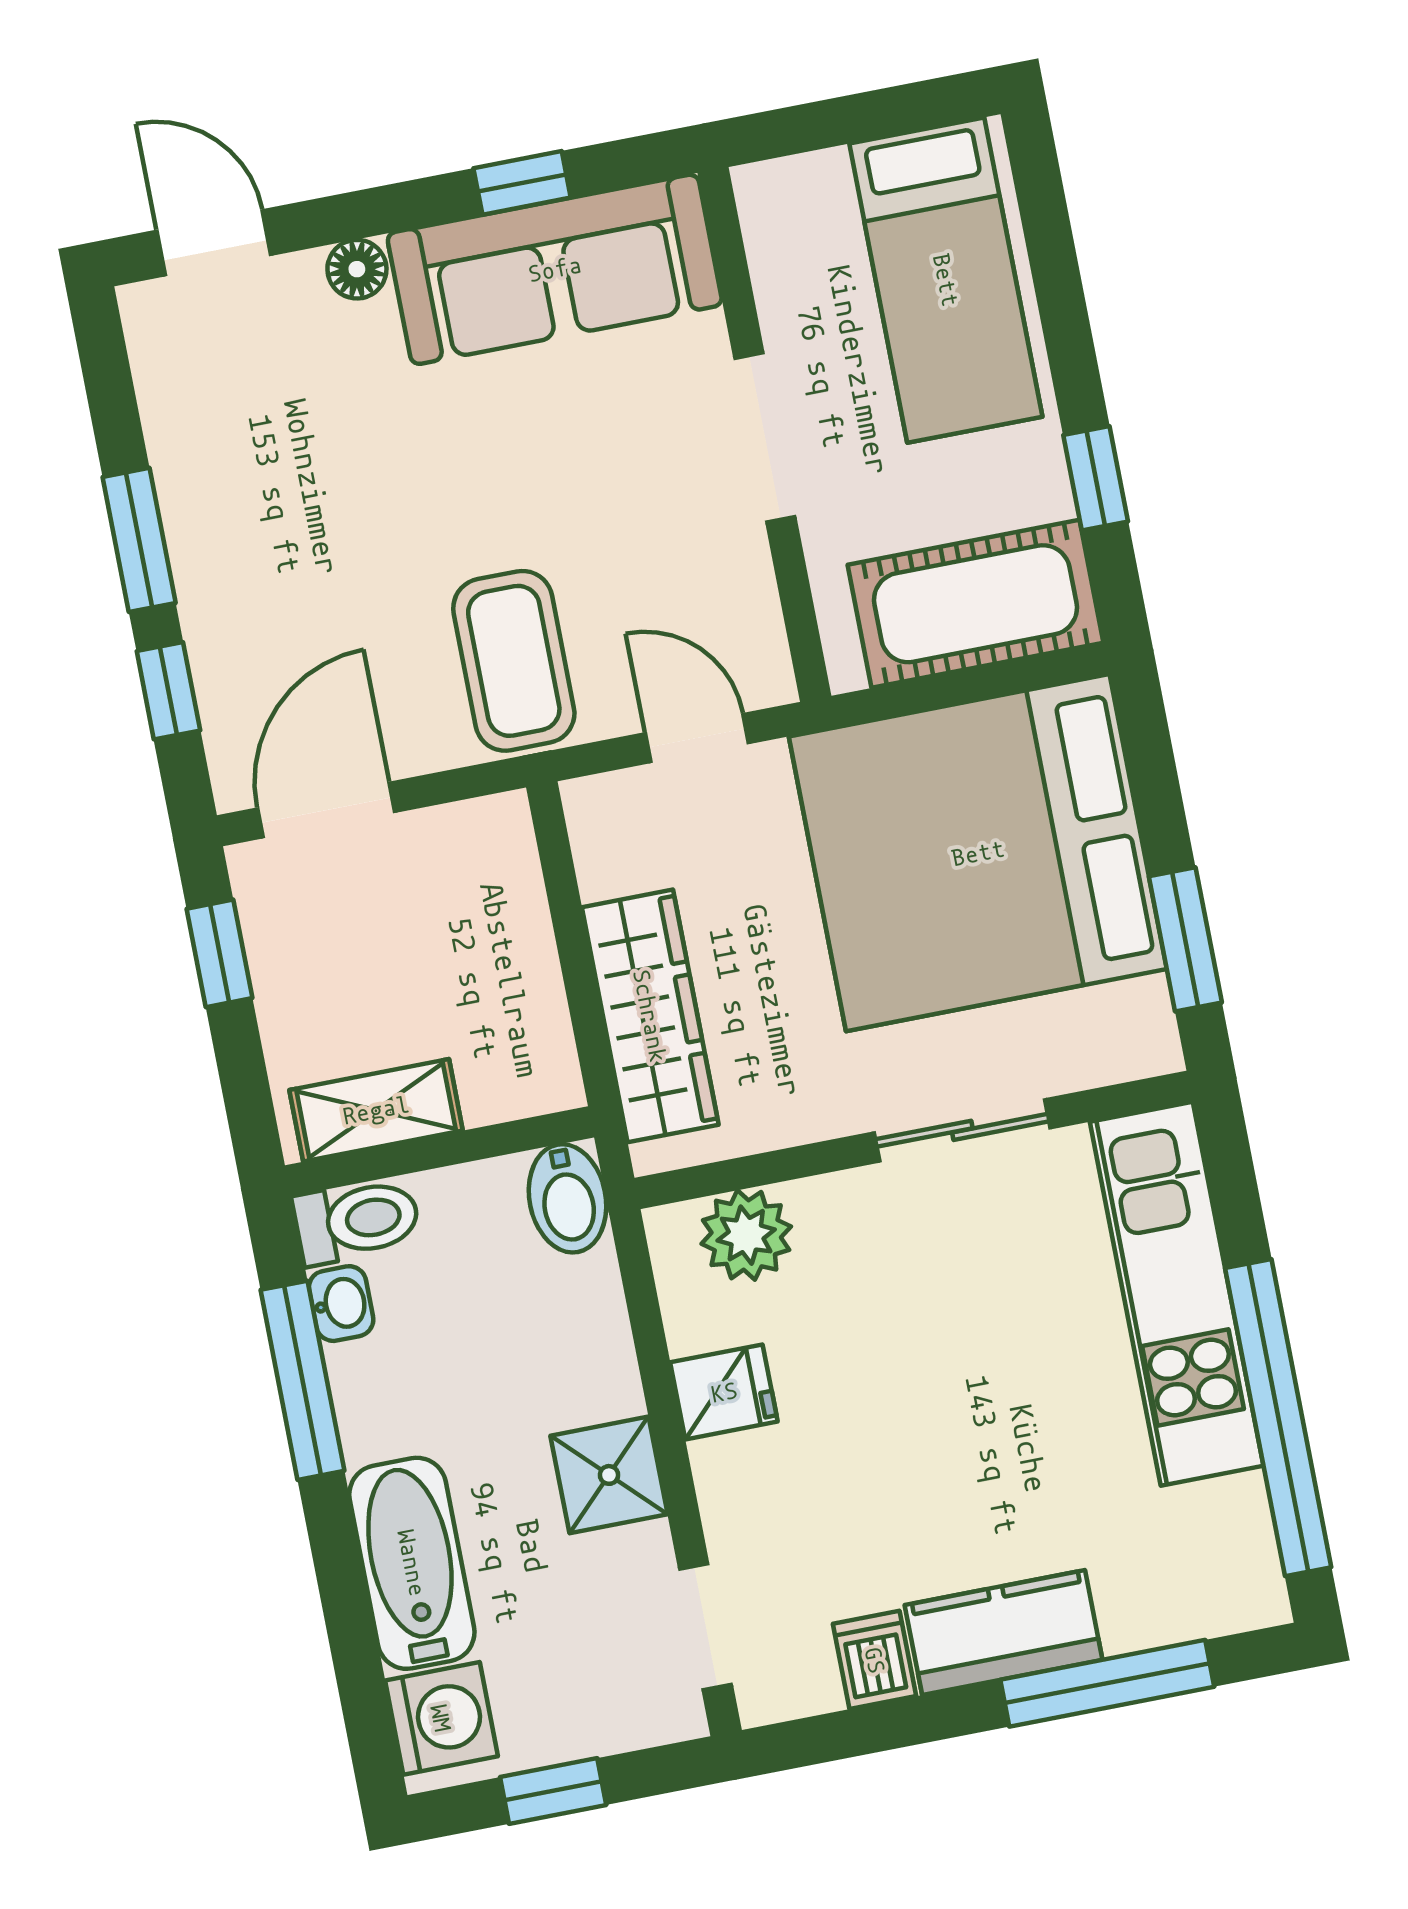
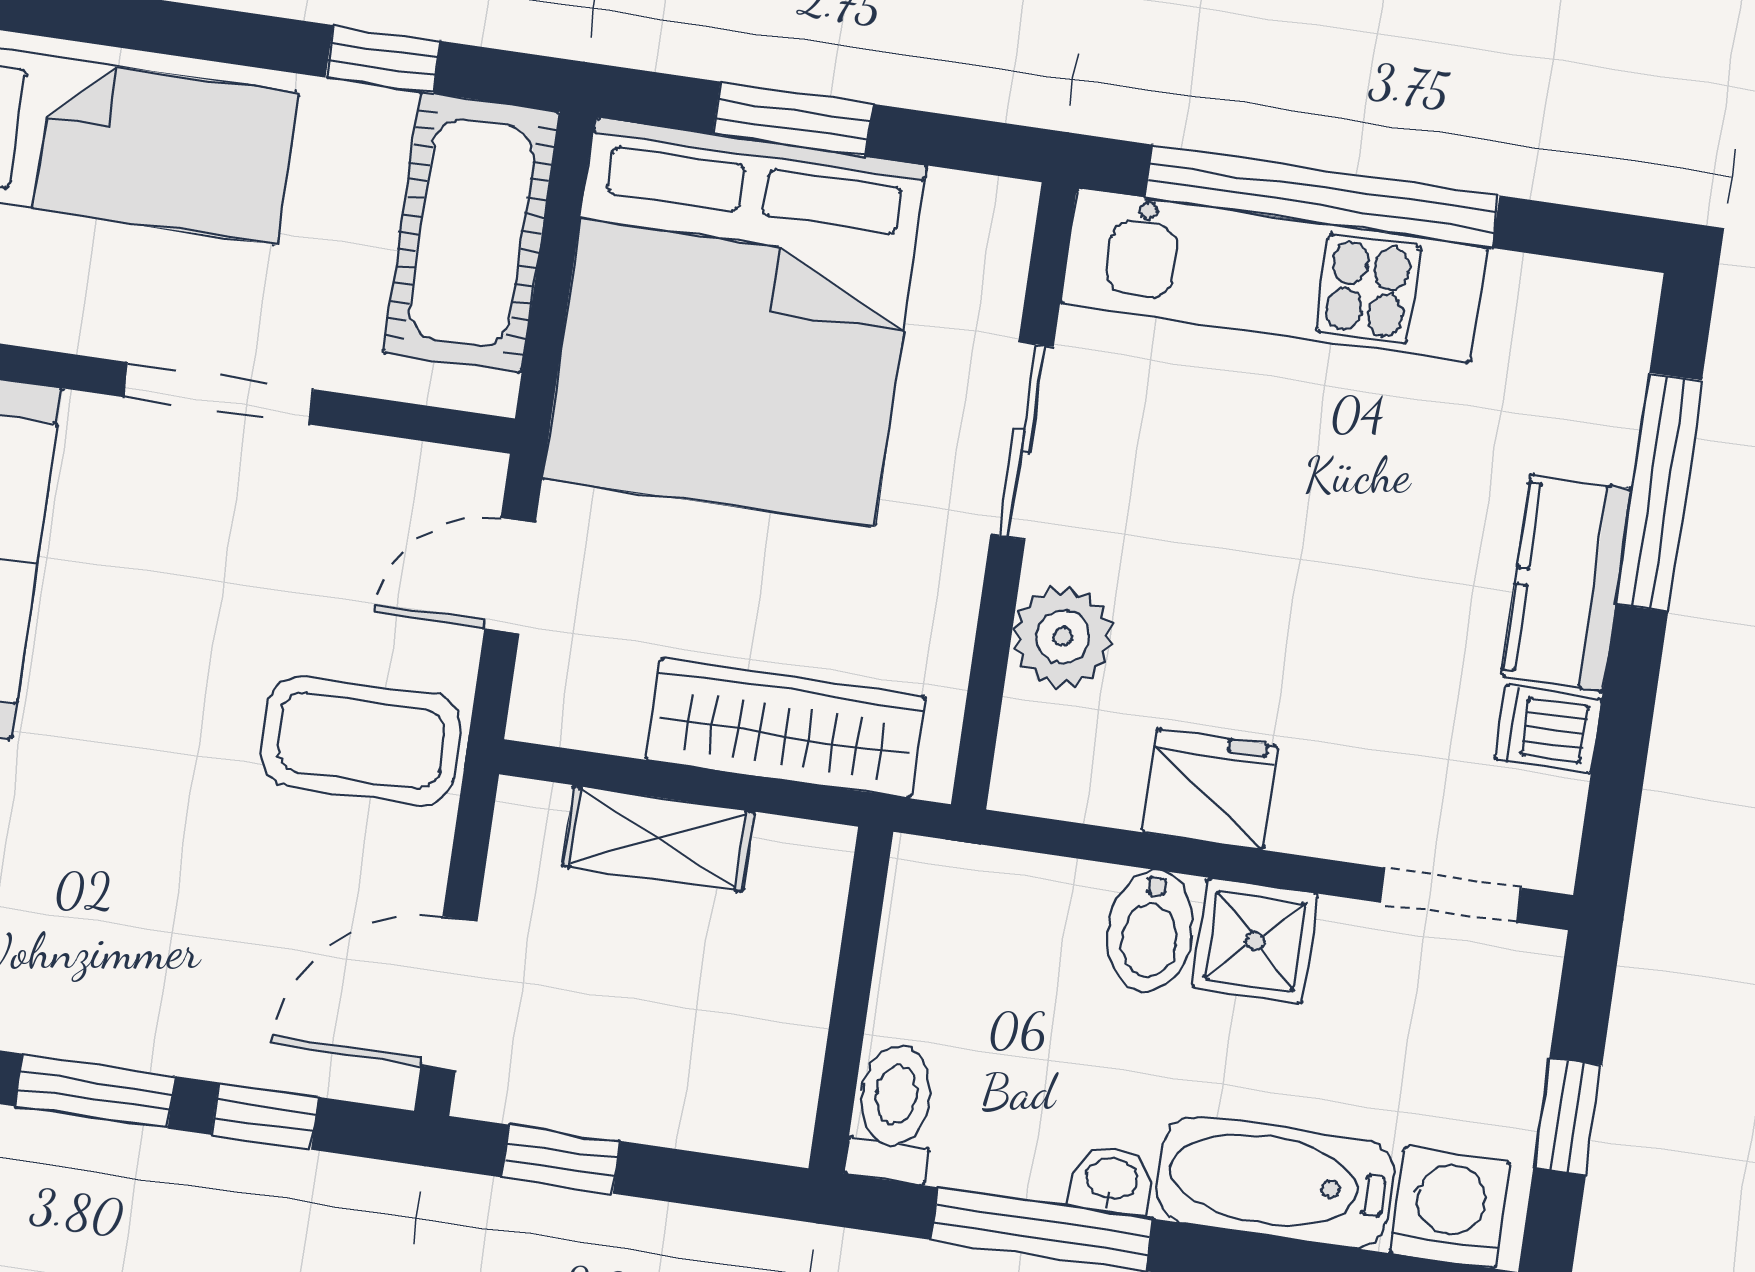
door: (326, 810) -> (449, 994), hinge flipped
window: (1185, 939) -> (793, 119), moved
shelving: (376, 1110) -> (658, 839), moved, turned 90
bidet: (567, 1198) -> (1150, 931), moved, turned 90
plant: (746, 1235) -> (1063, 637), moved
washbasin: (341, 1304) -> (1112, 1180), moved
fridge: (724, 1392) -> (1210, 789), width x1.38
window: (1278, 1418) -> (1322, 196), moved

